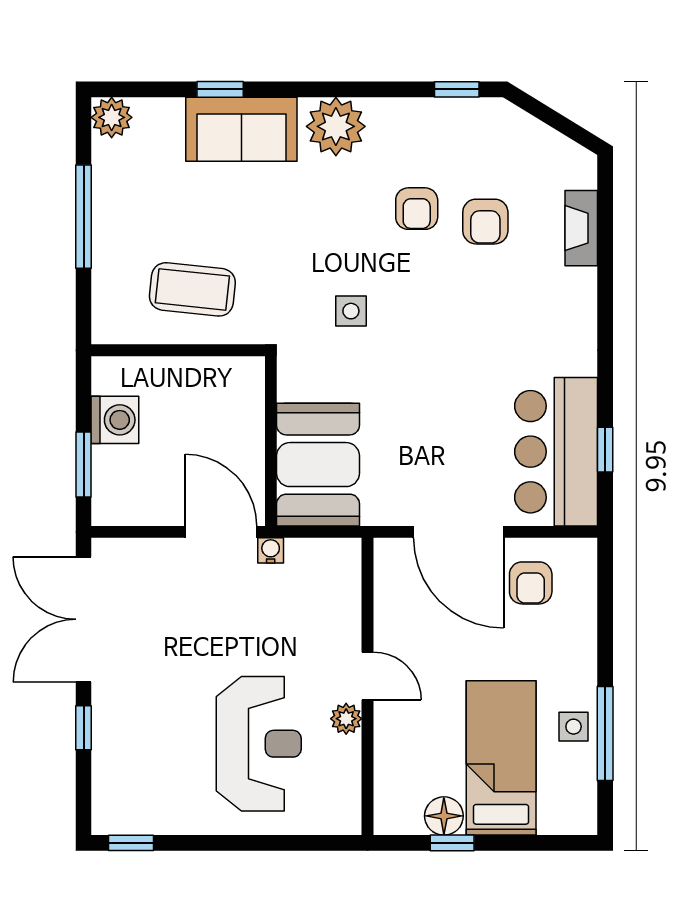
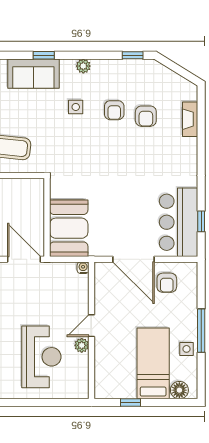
window: (220, 89) -> (44, 55), moved
plant: (336, 126) -> (83, 66), width x0.53, depth x0.53
side table: (351, 311) -> (76, 107), moved
water cooler: (271, 550) -> (83, 268), moved
door: (368, 676) -> (92, 326), swing flipped
window: (605, 733) -> (201, 331), moved
floor lamp: (444, 816) -> (179, 390), moved

